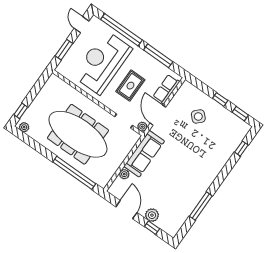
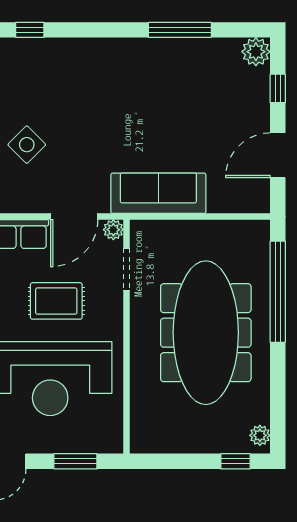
plant: (124, 174) -> (219, 203), removed
plant: (152, 215) -> (256, 52), moved

